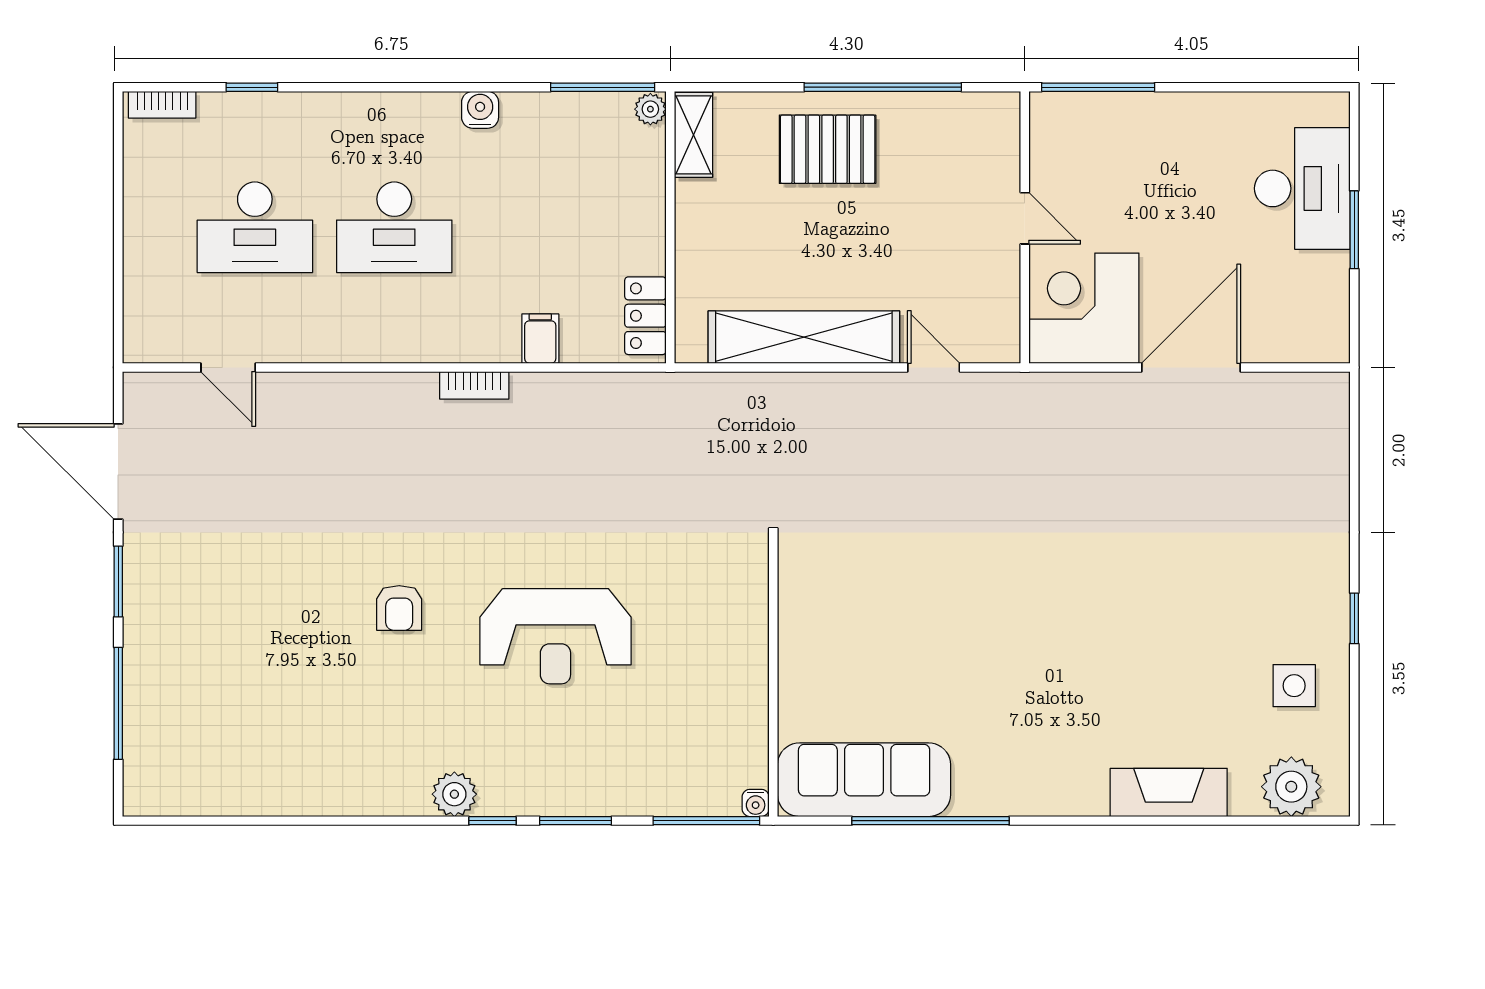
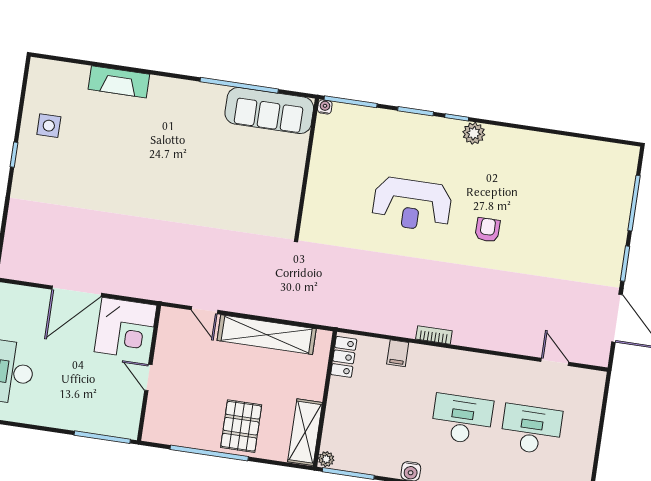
shelving: (694, 135) -> (305, 432), width x1.50, depth x1.33
pallet: (828, 149) -> (241, 426), turned 90
reception desk: (555, 636) -> (412, 204), turned 180
plant: (1291, 787) -> (58, 76), removed

